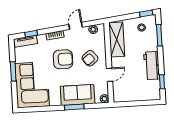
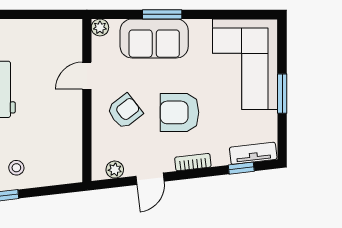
shelving: (117, 39) -> (68, 146), removed

